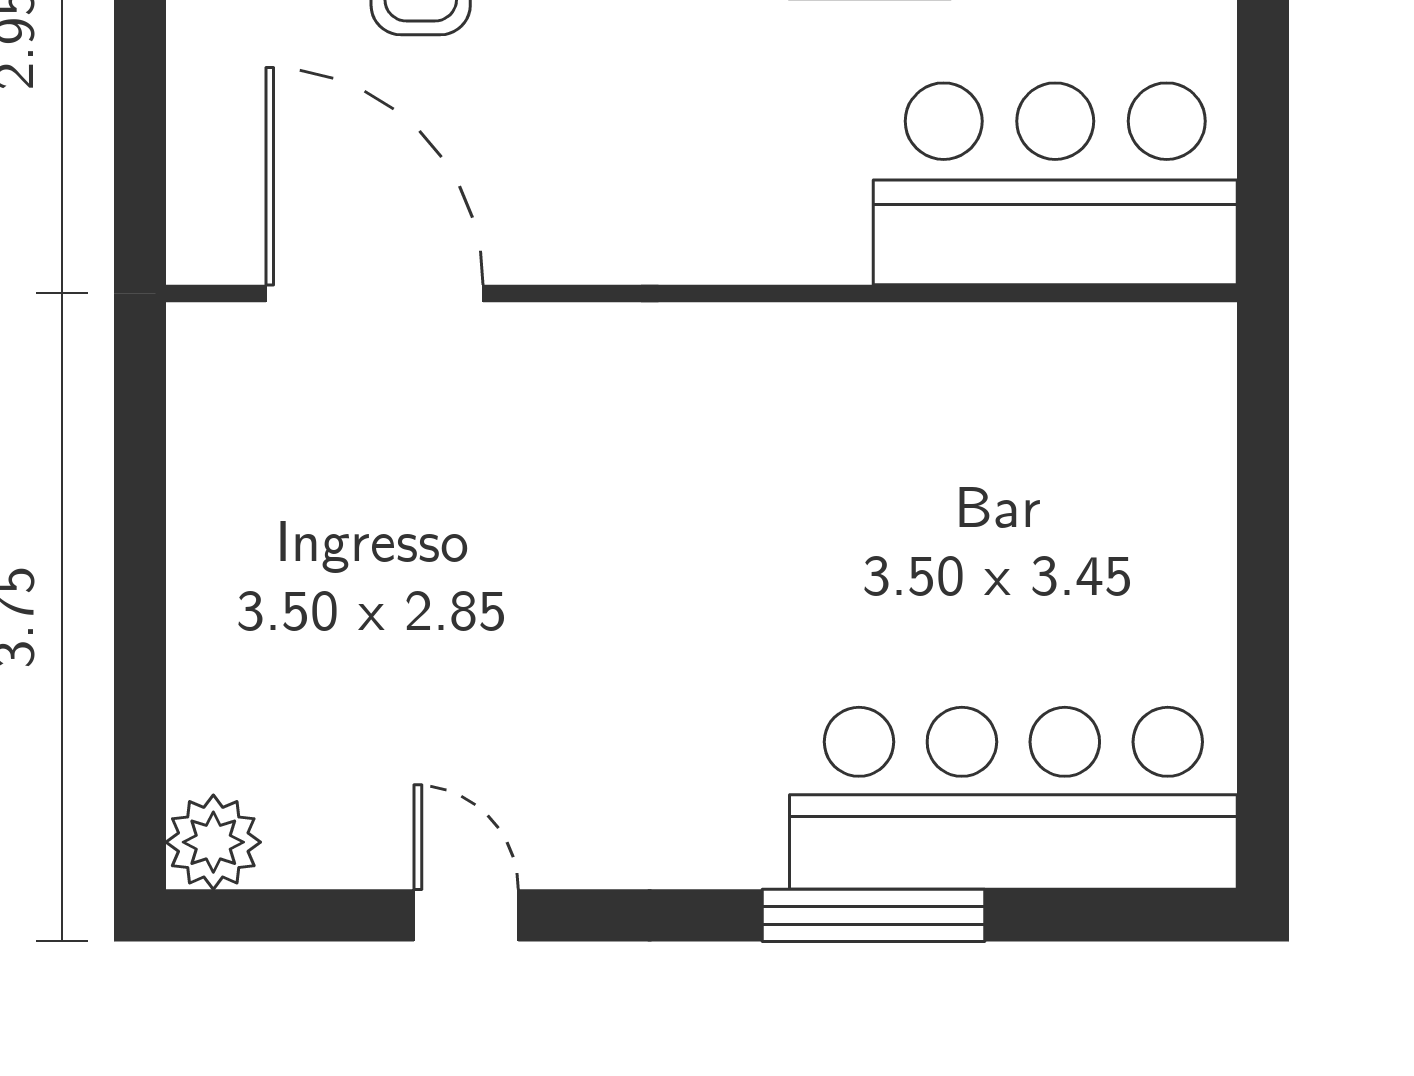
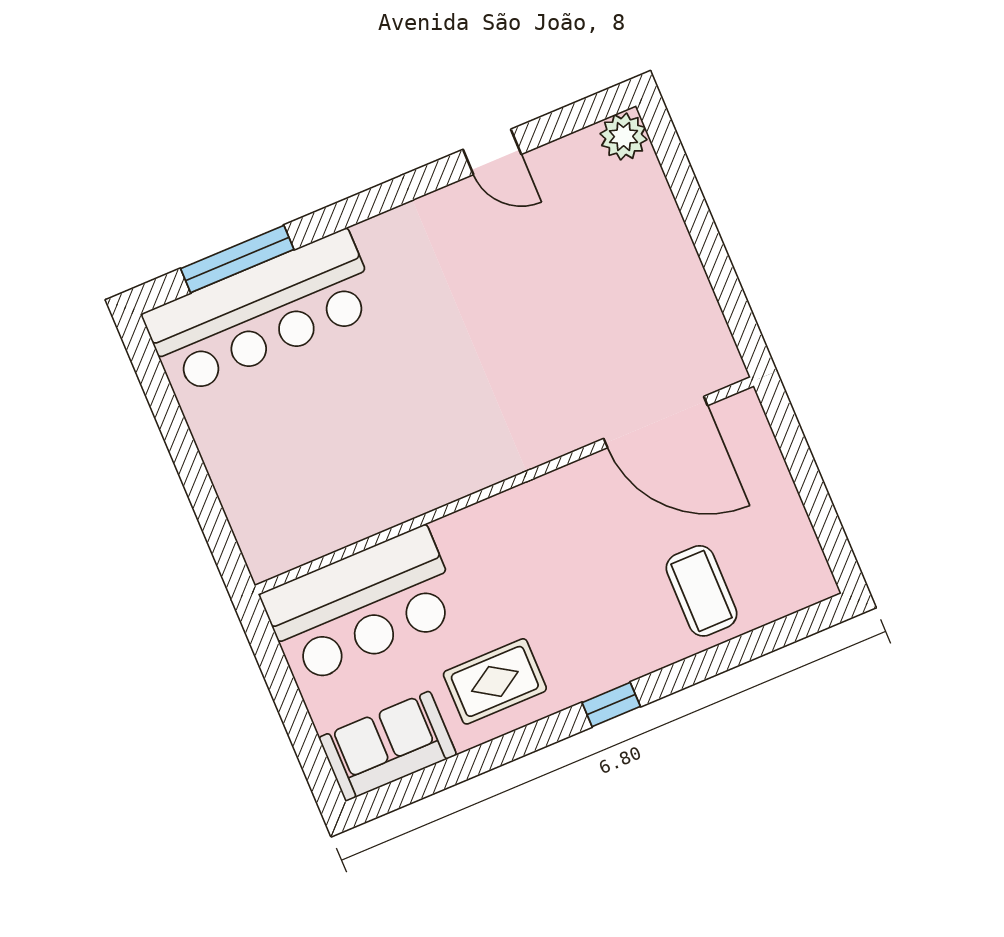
window: (873, 915) -> (237, 259), moved

